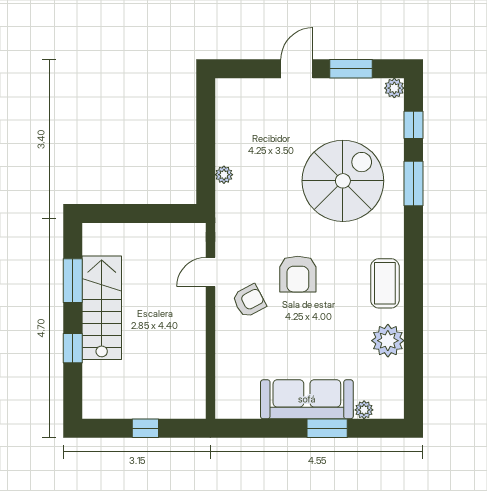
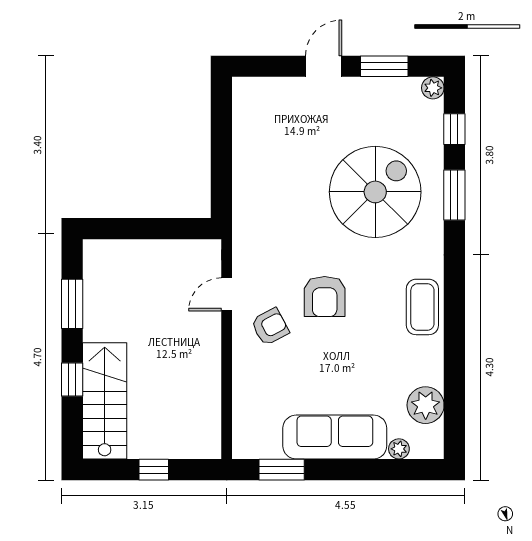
plant: (224, 175) -> (242, 185), removed
stairs: (102, 308) -> (105, 401), moved
plant: (388, 341) -> (426, 405), moved
window: (327, 428) -> (282, 470), moved

